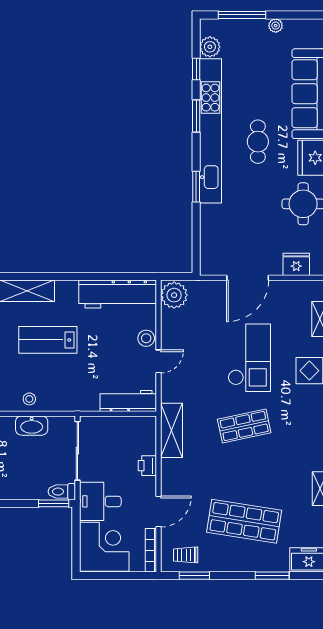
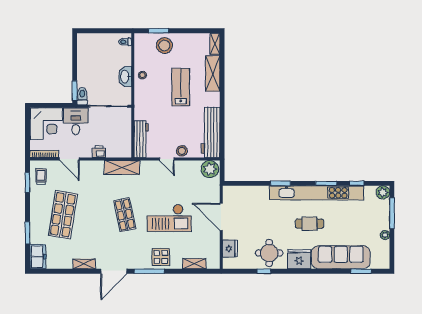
plant: (210, 47) -> (383, 192), moved

